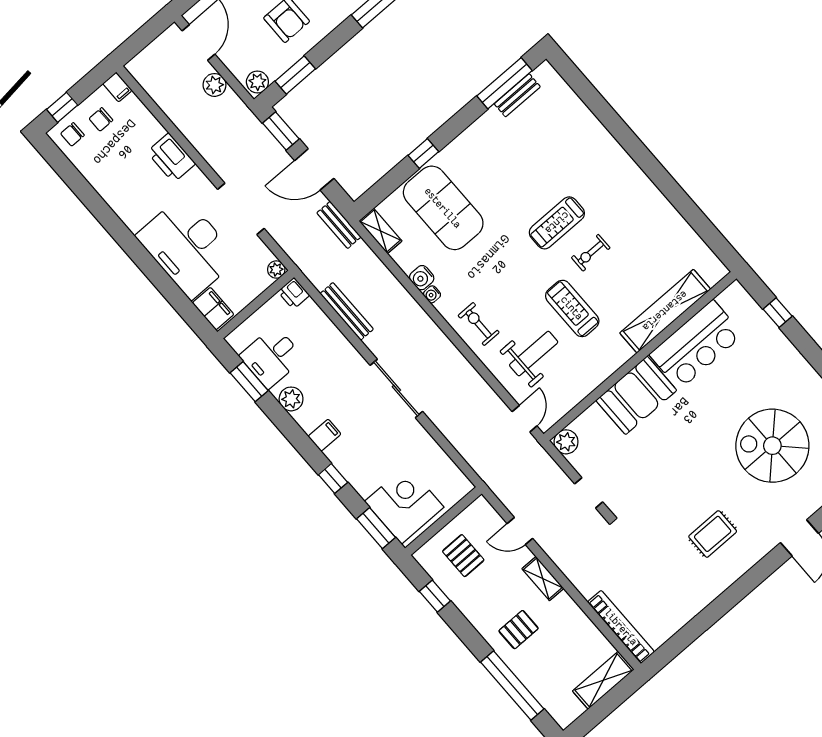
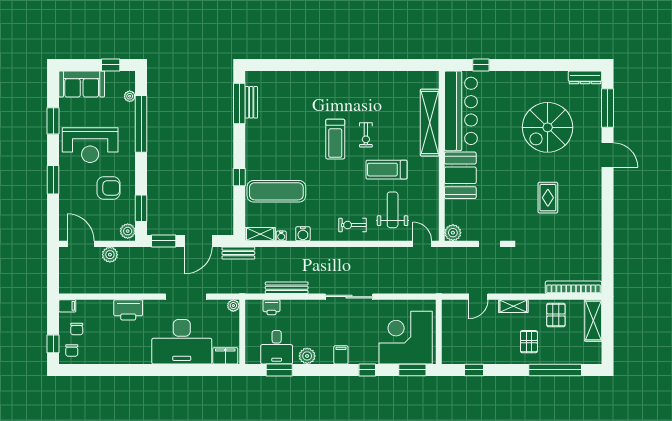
exercise mat: (443, 208) -> (276, 191), width x0.68
printer: (294, 293) -> (272, 307), moved
water cooler: (432, 294) -> (281, 236), moved
bar counter: (696, 345) -> (461, 111), width x1.36
corner desk: (404, 504) -> (406, 338), width x1.36, depth x1.36
rug: (713, 534) -> (548, 198), moved
pallet: (463, 556) -> (556, 315), moved, turned 90

